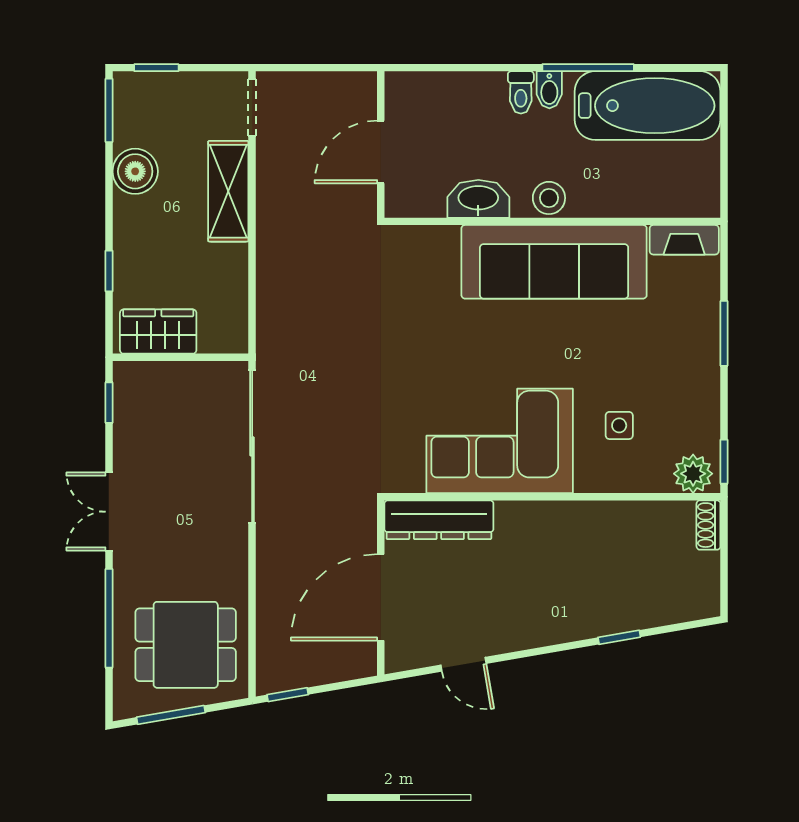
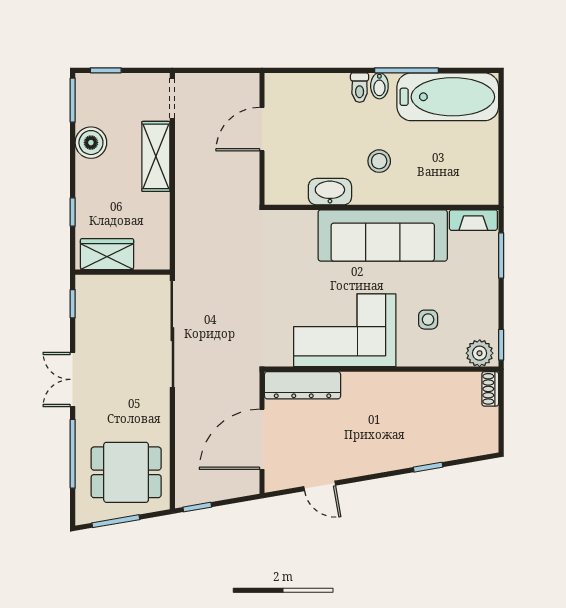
washbasin: (478, 199) -> (330, 192), moved
wall: (552, 221) -> (382, 207), moved
fireplace: (684, 240) -> (473, 220), moved
sofa: (554, 262) -> (383, 235), moved

